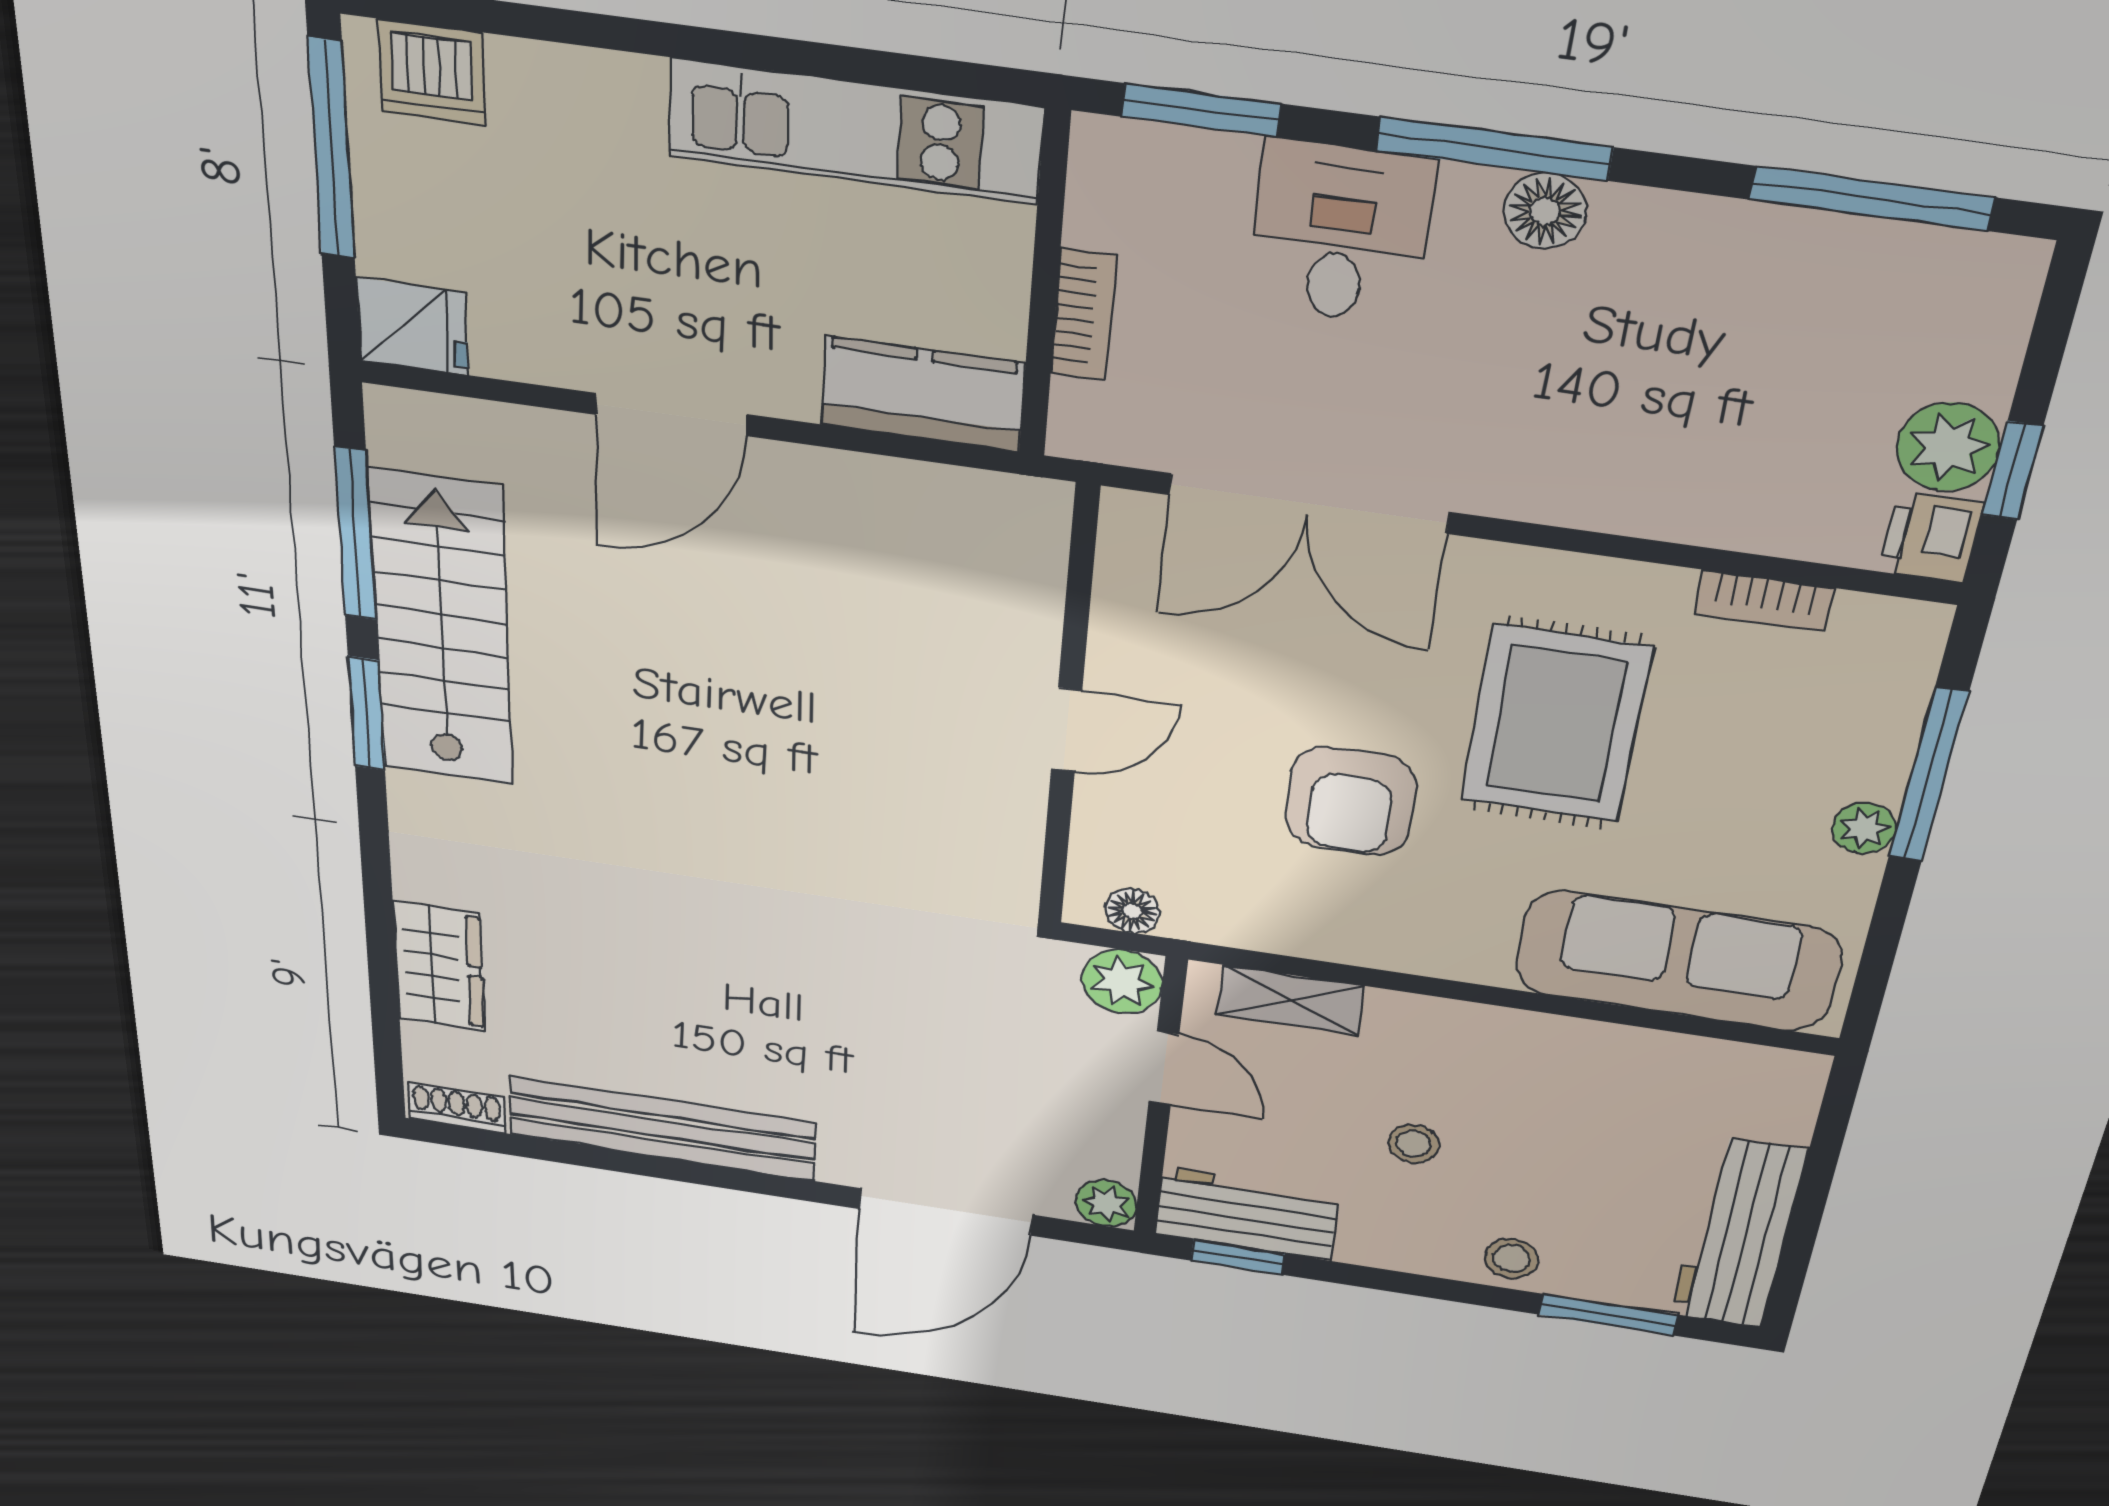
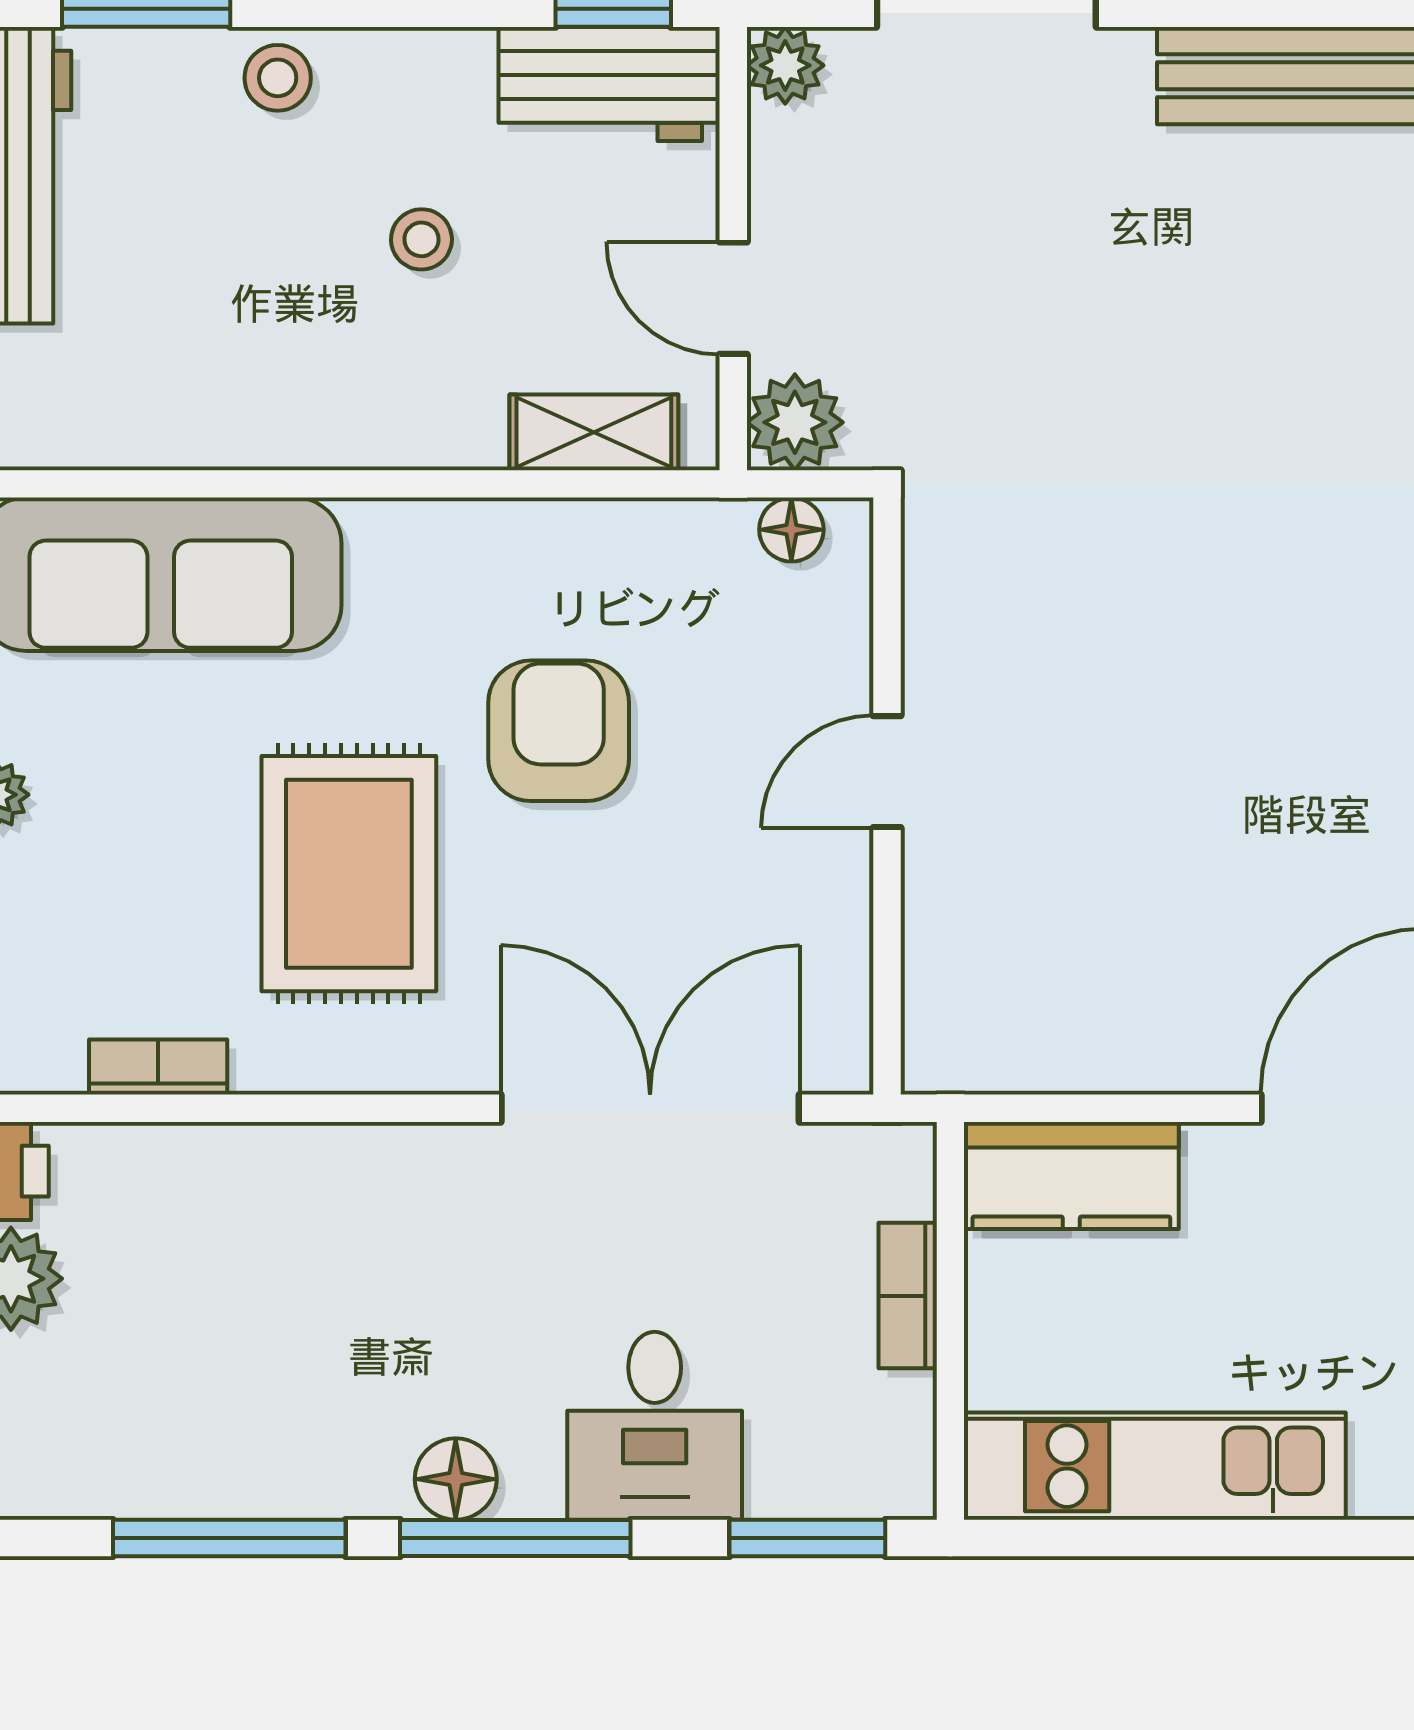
window: (1871, 198) -> (229, 1538), moved

